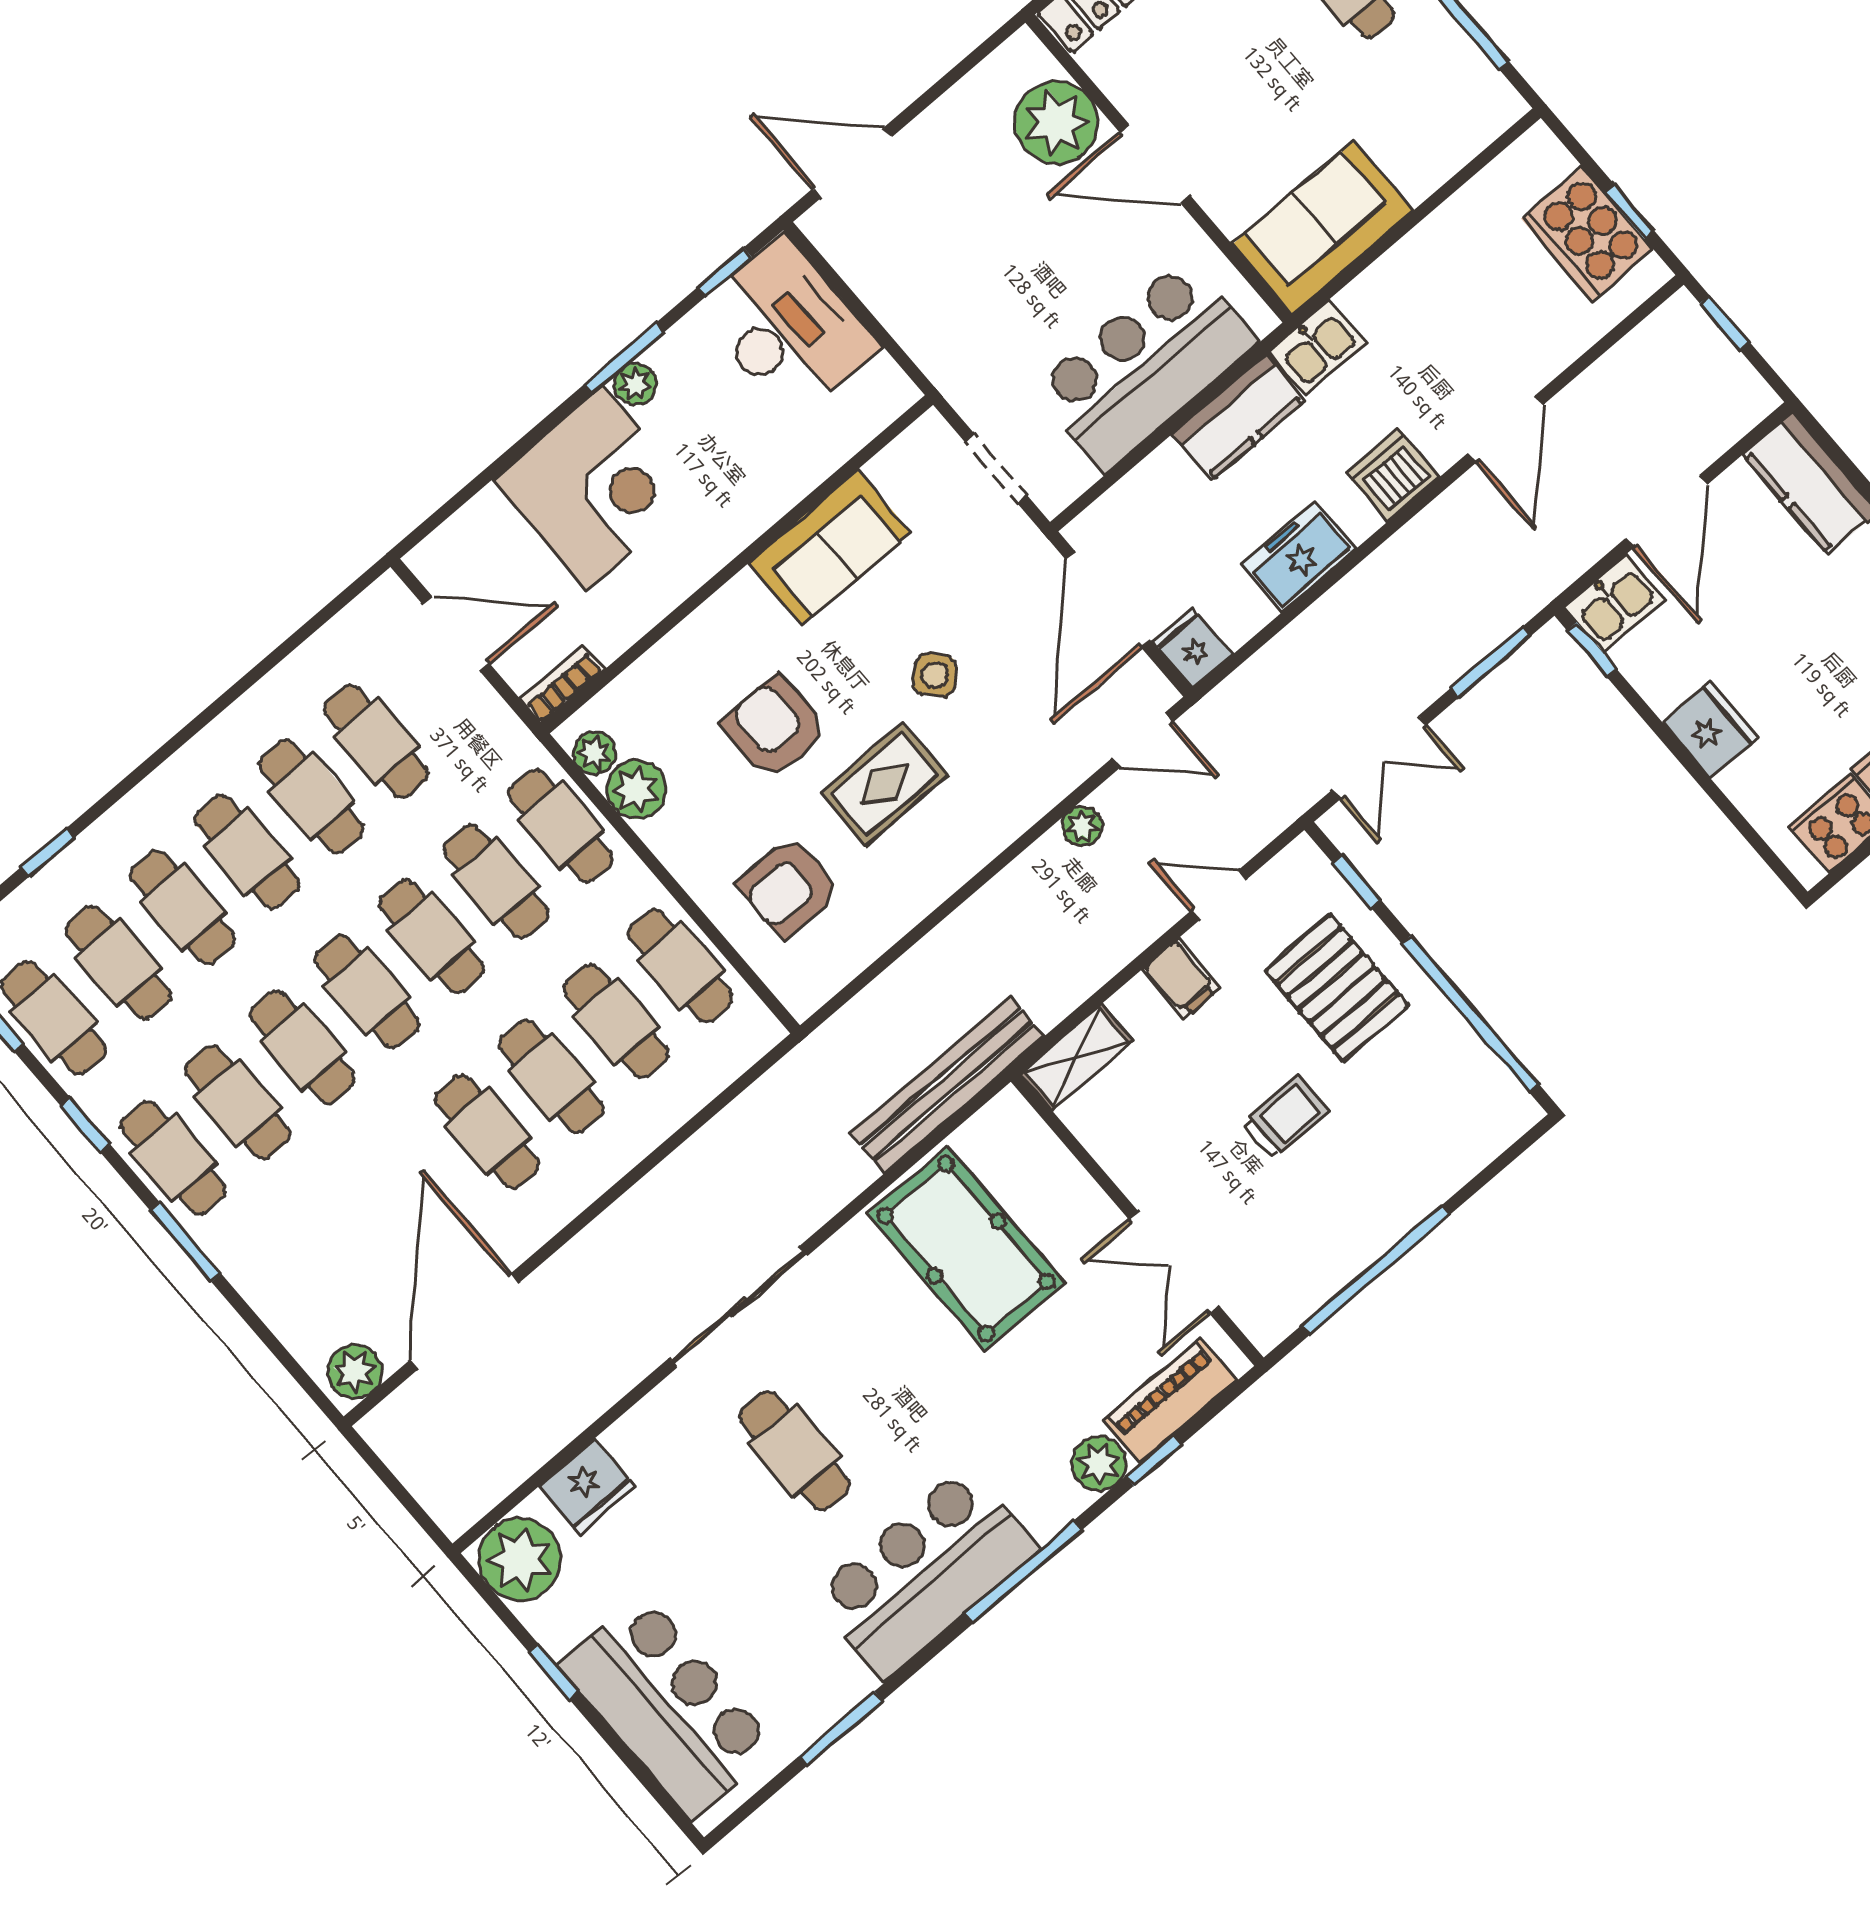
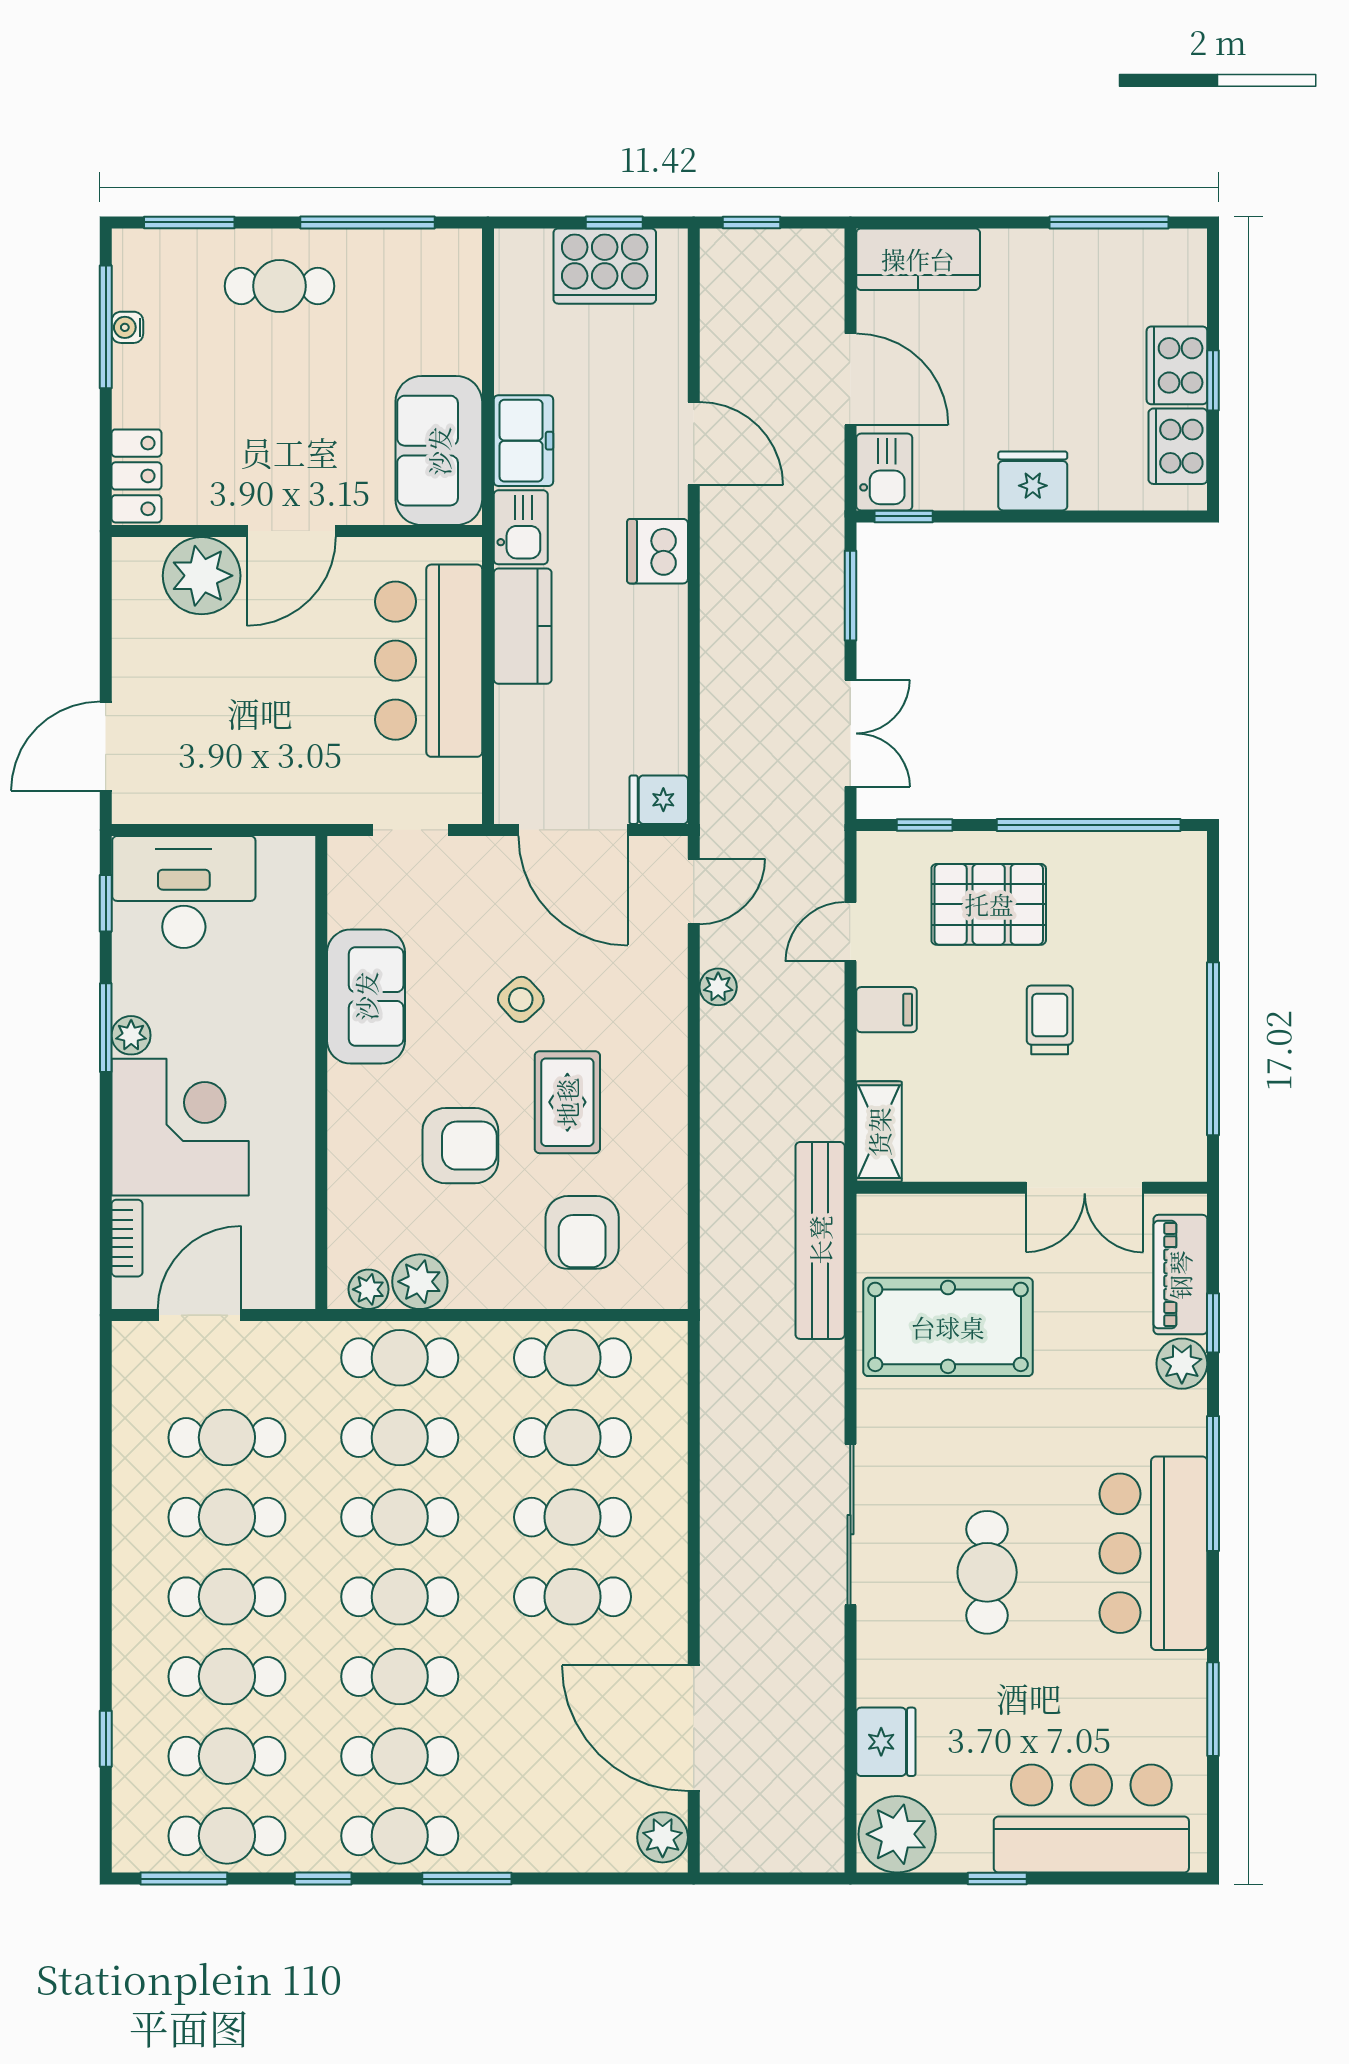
freezer: (1299, 557) -> (523, 441), moved, turned 180
bookcase: (562, 685) -> (127, 1238), moved, turned 180
armchair: (775, 728) -> (460, 1146), turned 180
cafe table: (795, 1451) -> (987, 1572), turned 90

